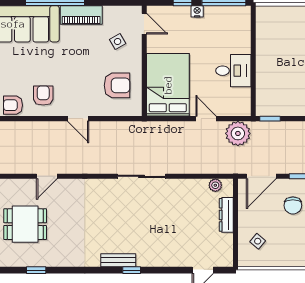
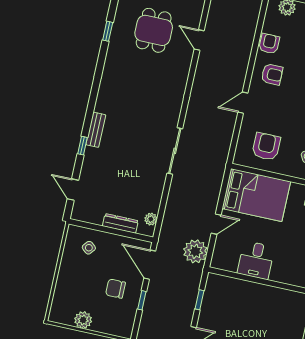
armchair: (117, 85) -> (266, 147), turned 180
window: (270, 119) -> (199, 300), moved
door: (47, 176) -> (199, 40), moved
bench: (118, 260) -> (96, 130), moved
window: (132, 270) -> (83, 146), moved

